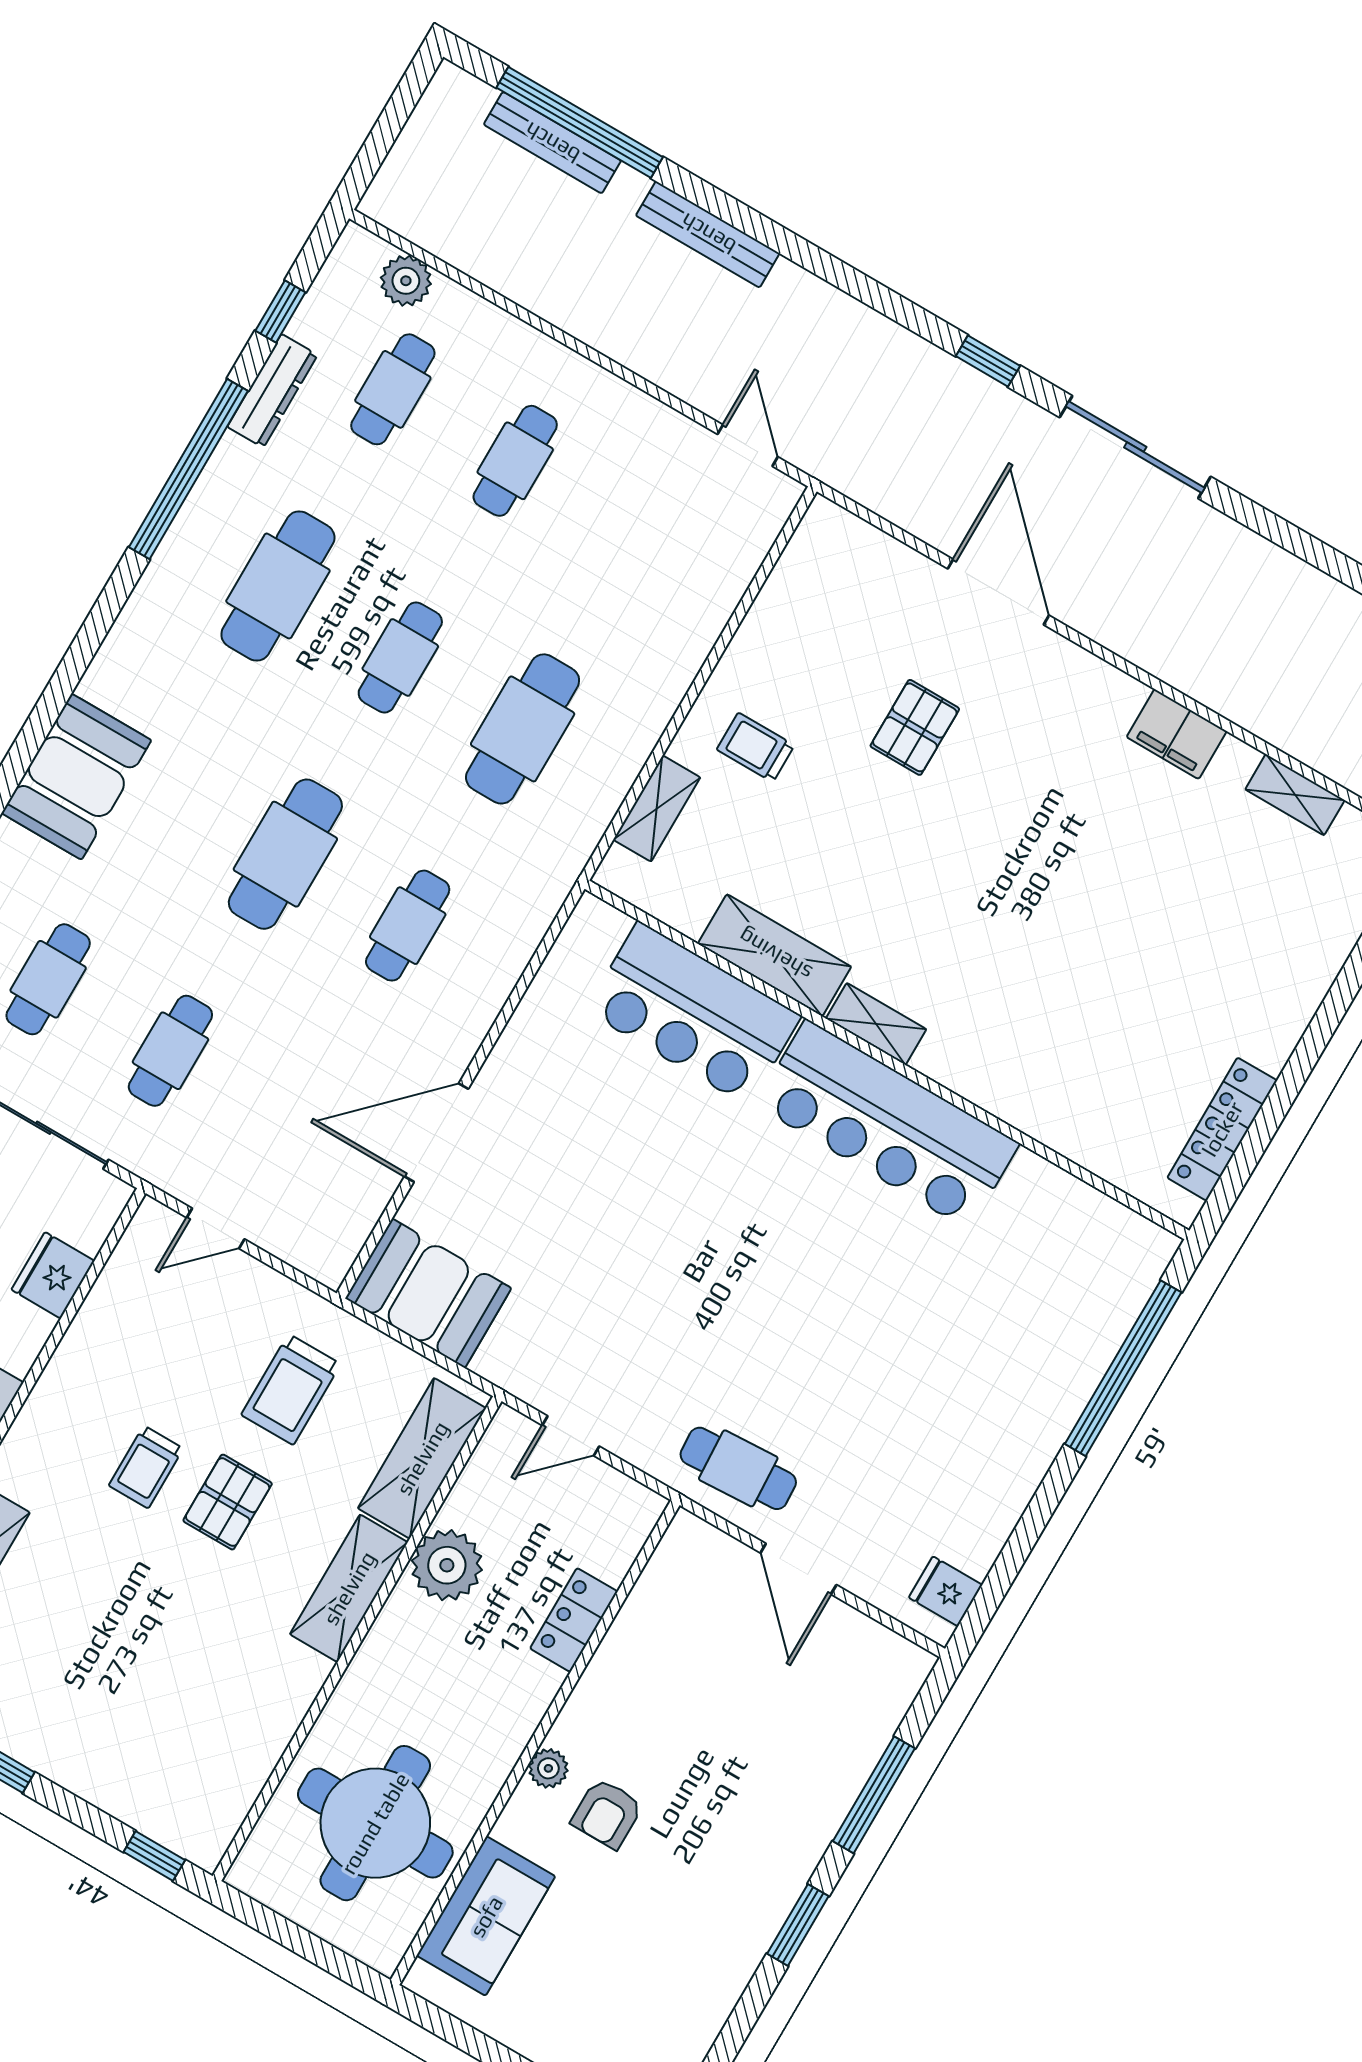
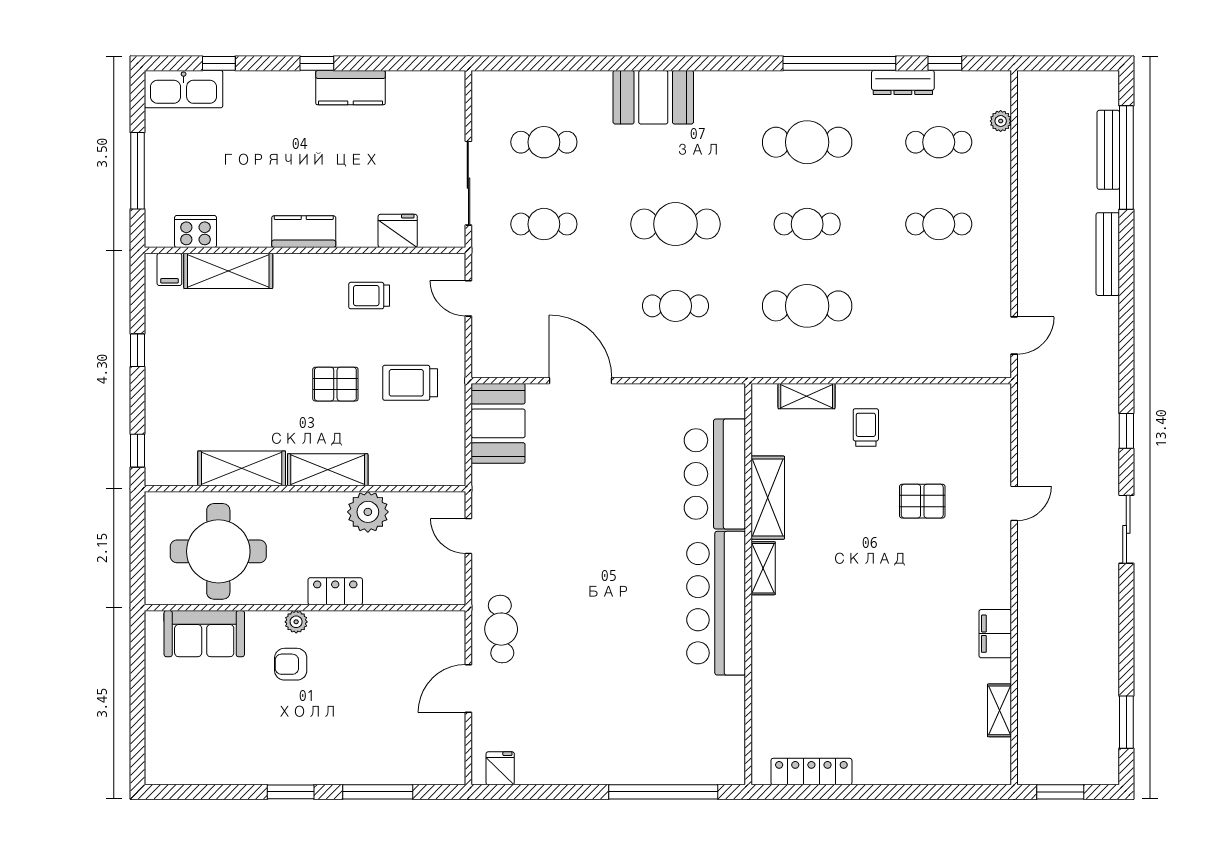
plant: (406, 281) -> (1001, 121), width x0.73, depth x0.73
sliding door: (1135, 447) -> (1126, 529), width x0.73
door: (998, 592) -> (1014, 503), width x0.53
shelving: (422, 1458) -> (242, 468), moved
trolley: (146, 1467) -> (369, 296), moved
locker: (574, 1620) -> (335, 591), moved

